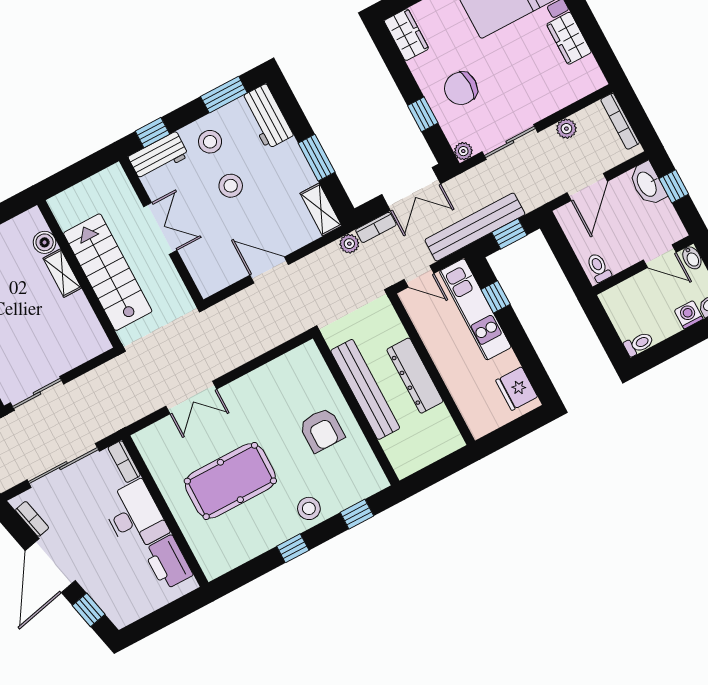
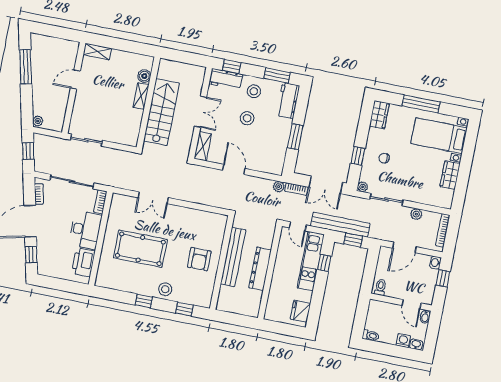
chair: (461, 88) -> (384, 158), width x0.54, depth x0.54
washbasin: (647, 184) -> (435, 263), width x0.52, depth x0.69
shelving: (321, 209) -> (203, 146), moved

